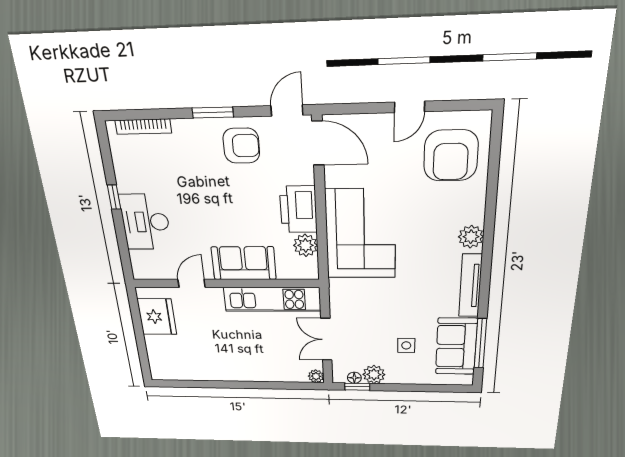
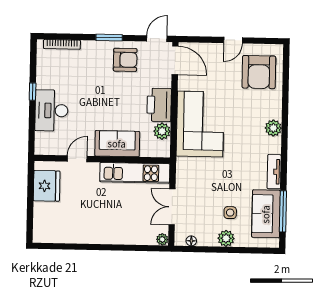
tv unit: (470, 286) -> (274, 172), width x0.71
plant: (374, 374) -> (226, 238), moved
window: (357, 387) -> (193, 249), removed

